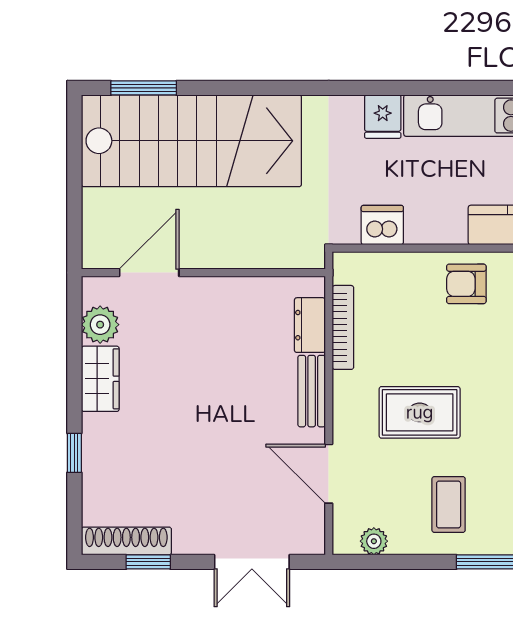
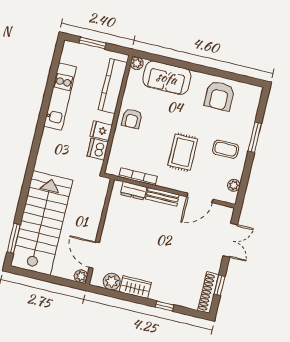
fridge: (383, 117) -> (101, 131), moved, turned 180
plant: (96, 255) -> (81, 276), added

